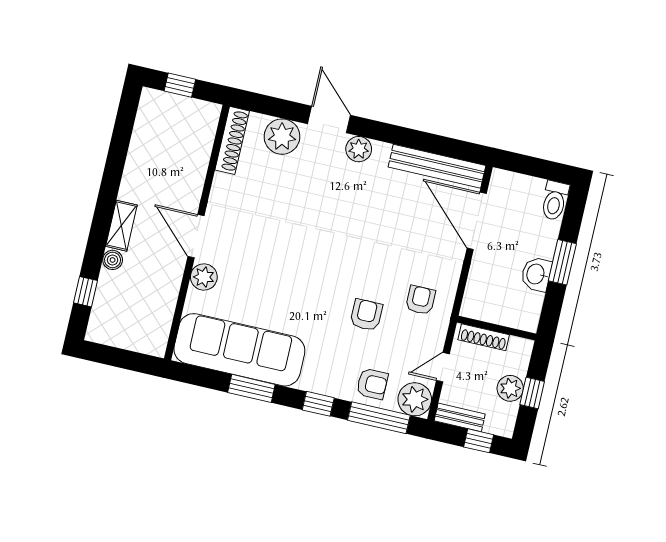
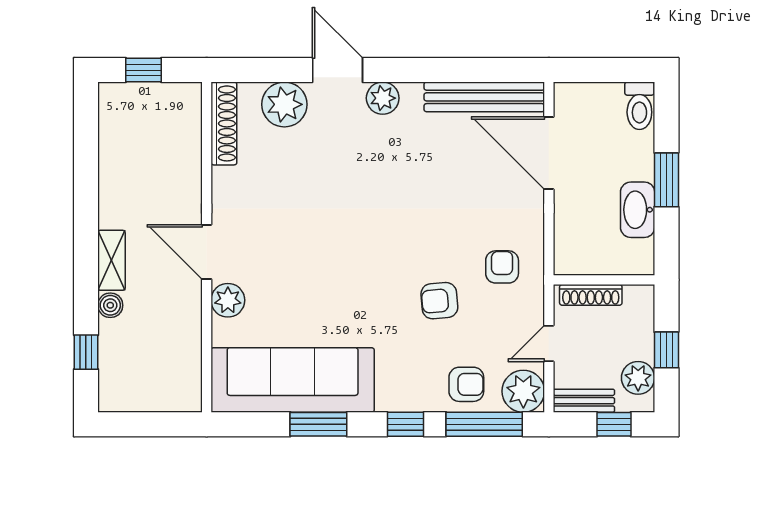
washbasin: (536, 274) -> (638, 210), width x1.38
armchair: (366, 315) -> (439, 301), turned -95
plant: (510, 388) -> (638, 378), moved

